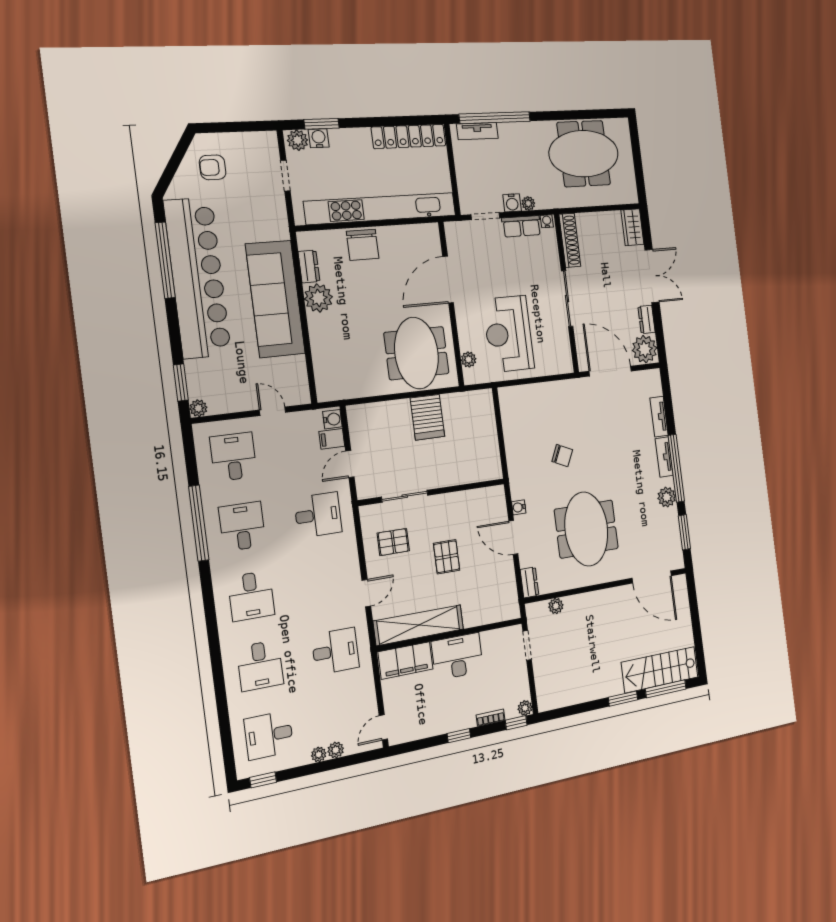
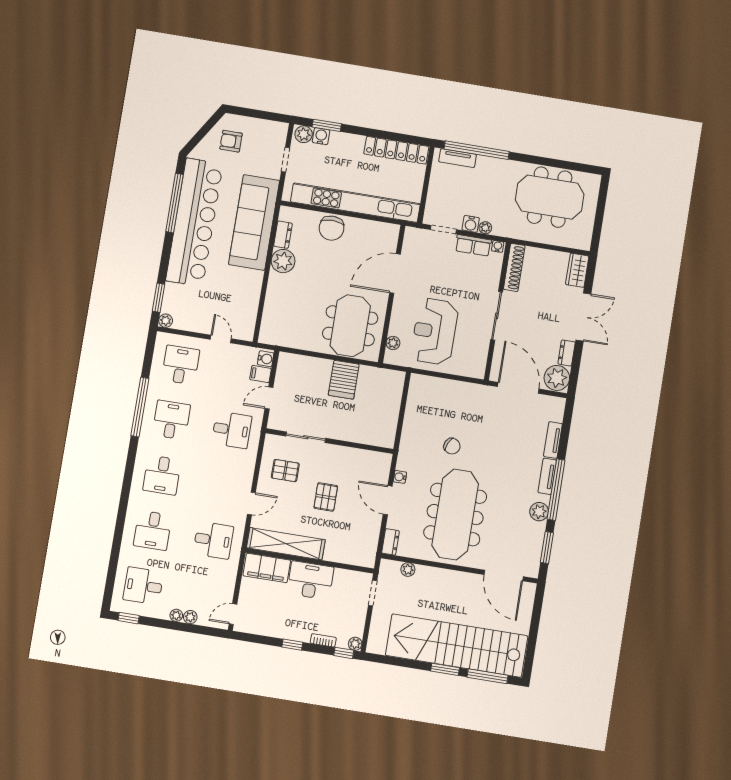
sofa: (275, 299) -> (254, 222), moved
meeting table: (586, 529) -> (455, 515), width x1.36
stairs: (660, 670) -> (457, 646), width x1.86, depth x1.51

